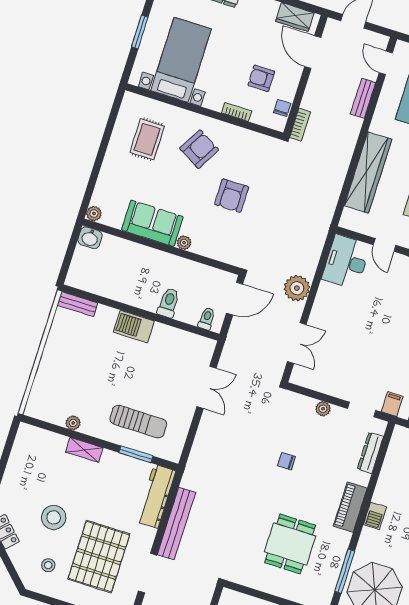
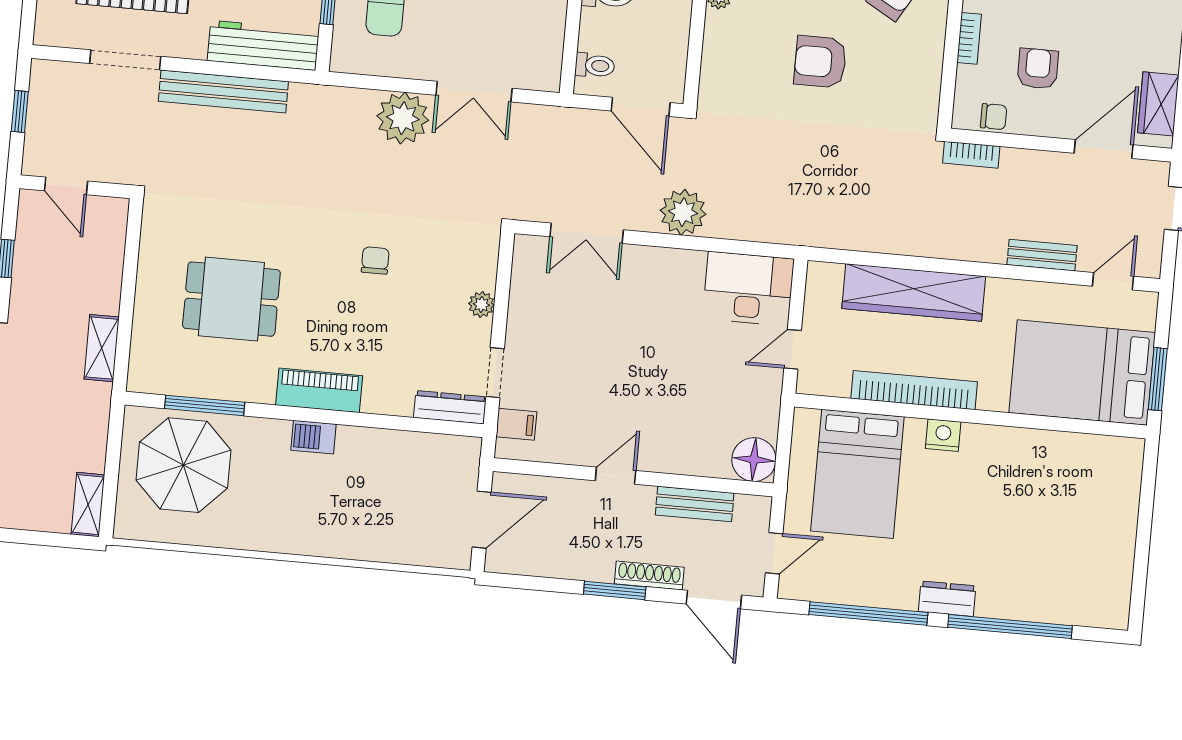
plant: (212, 429) -> (403, 118), added
dresser: (370, 453) -> (450, 407), moved

